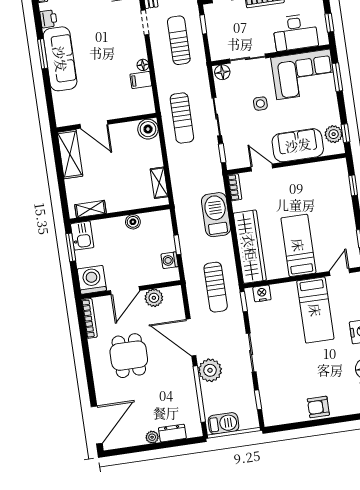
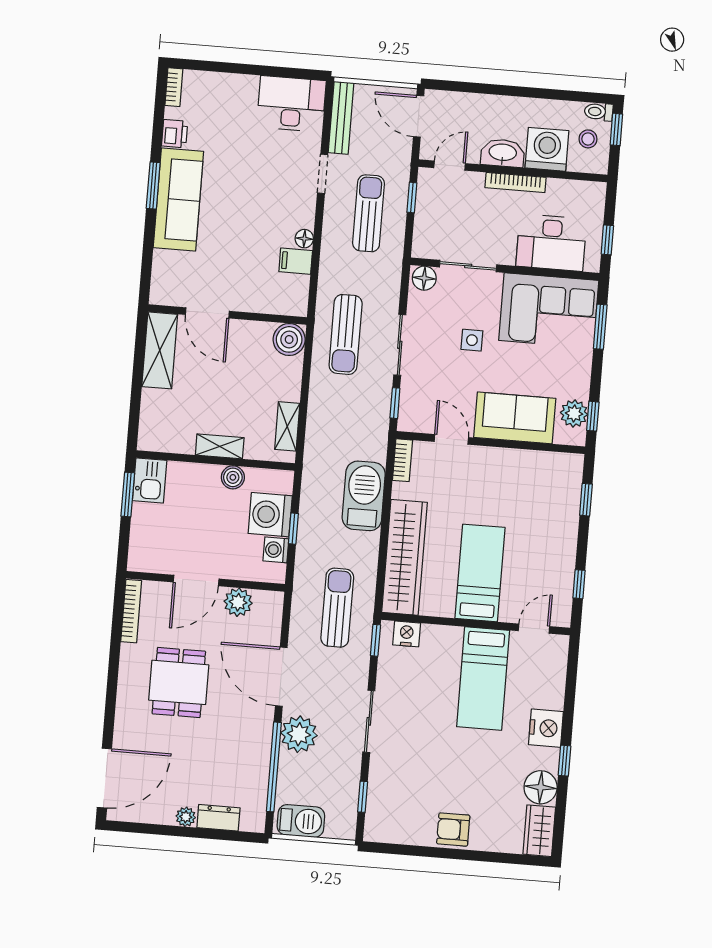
shelving: (91, 209) -> (220, 446), moved
washing machine: (92, 280) -> (270, 515), moved, turned -90
sun lounger: (216, 287) -> (337, 608), turned 180

